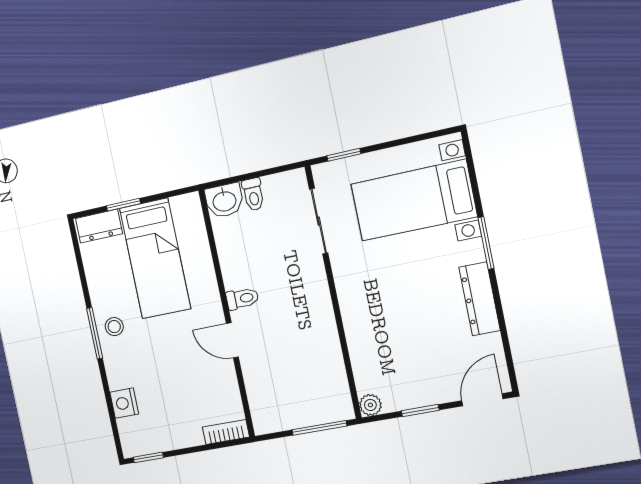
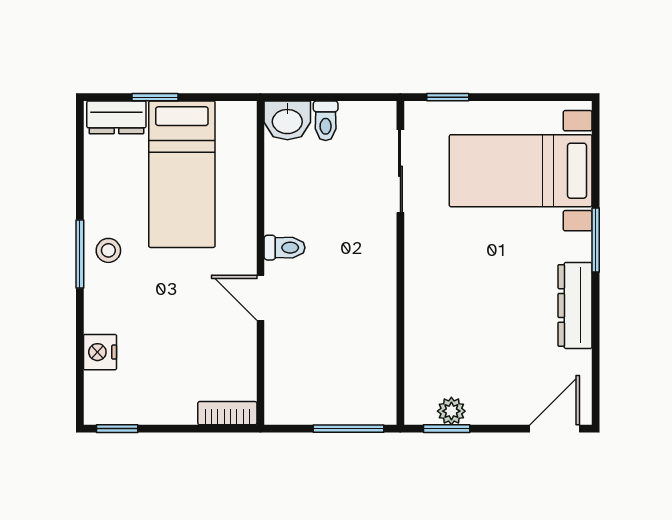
plant: (370, 405) -> (451, 411), moved
window: (420, 410) -> (447, 429), moved

